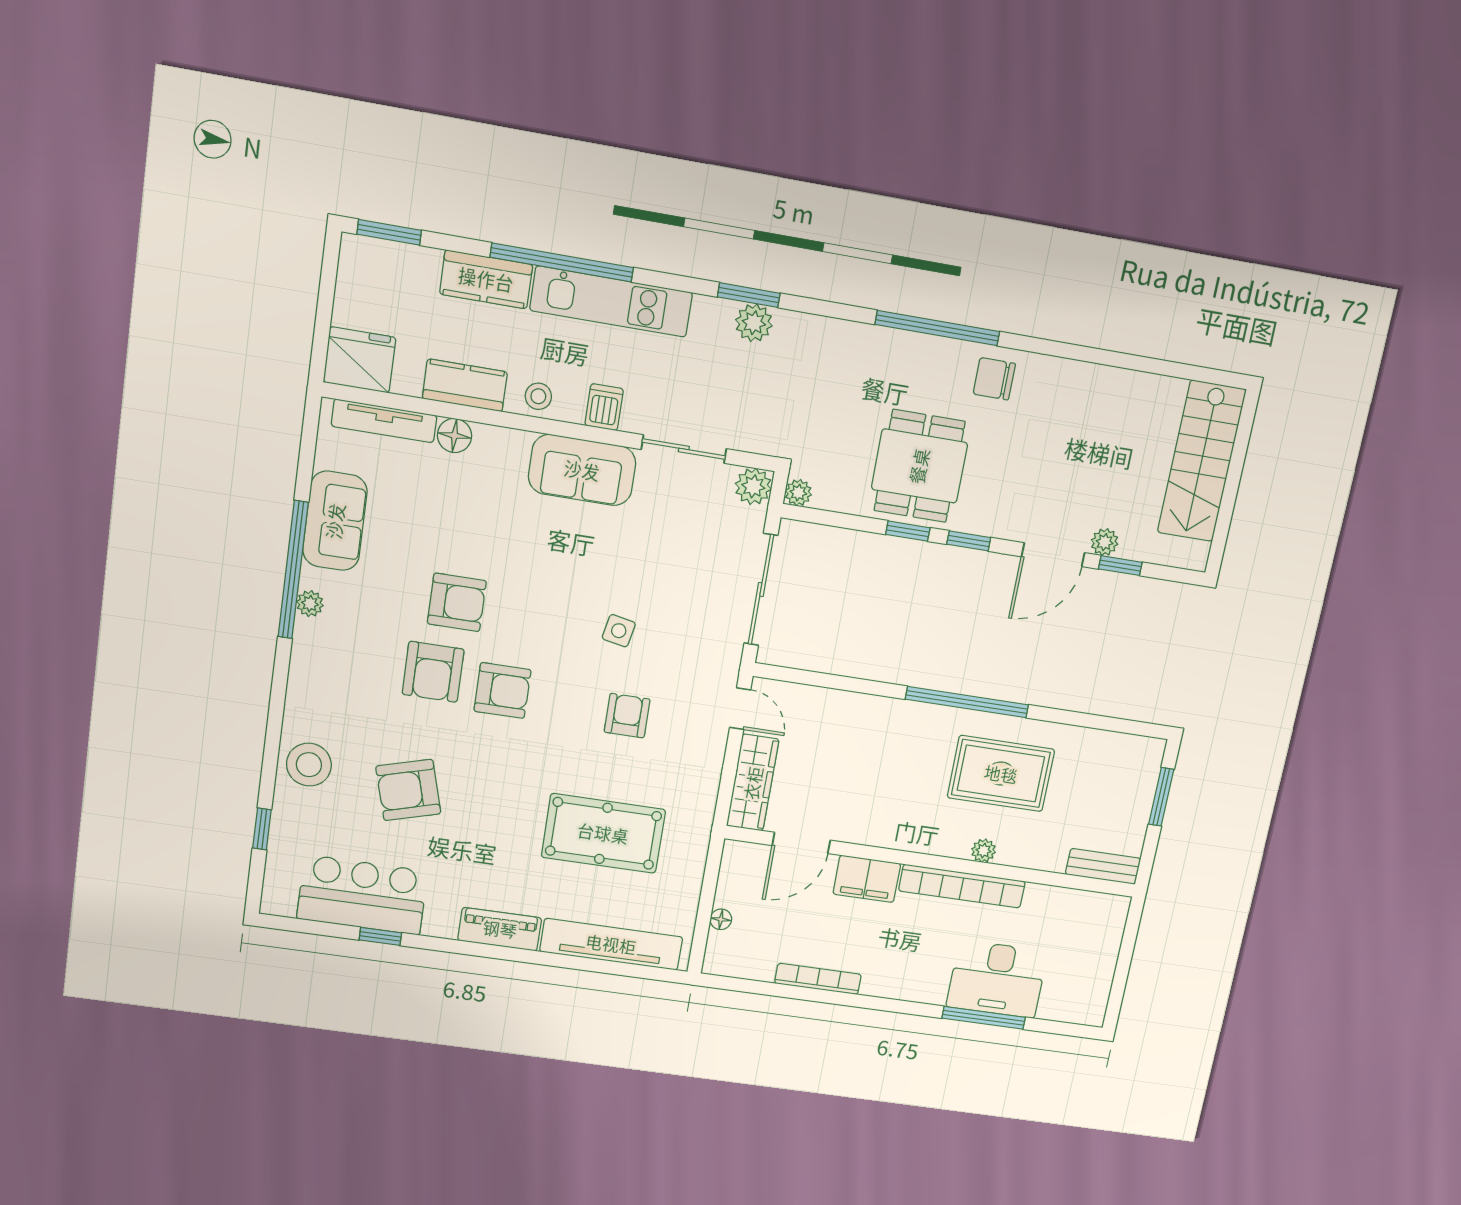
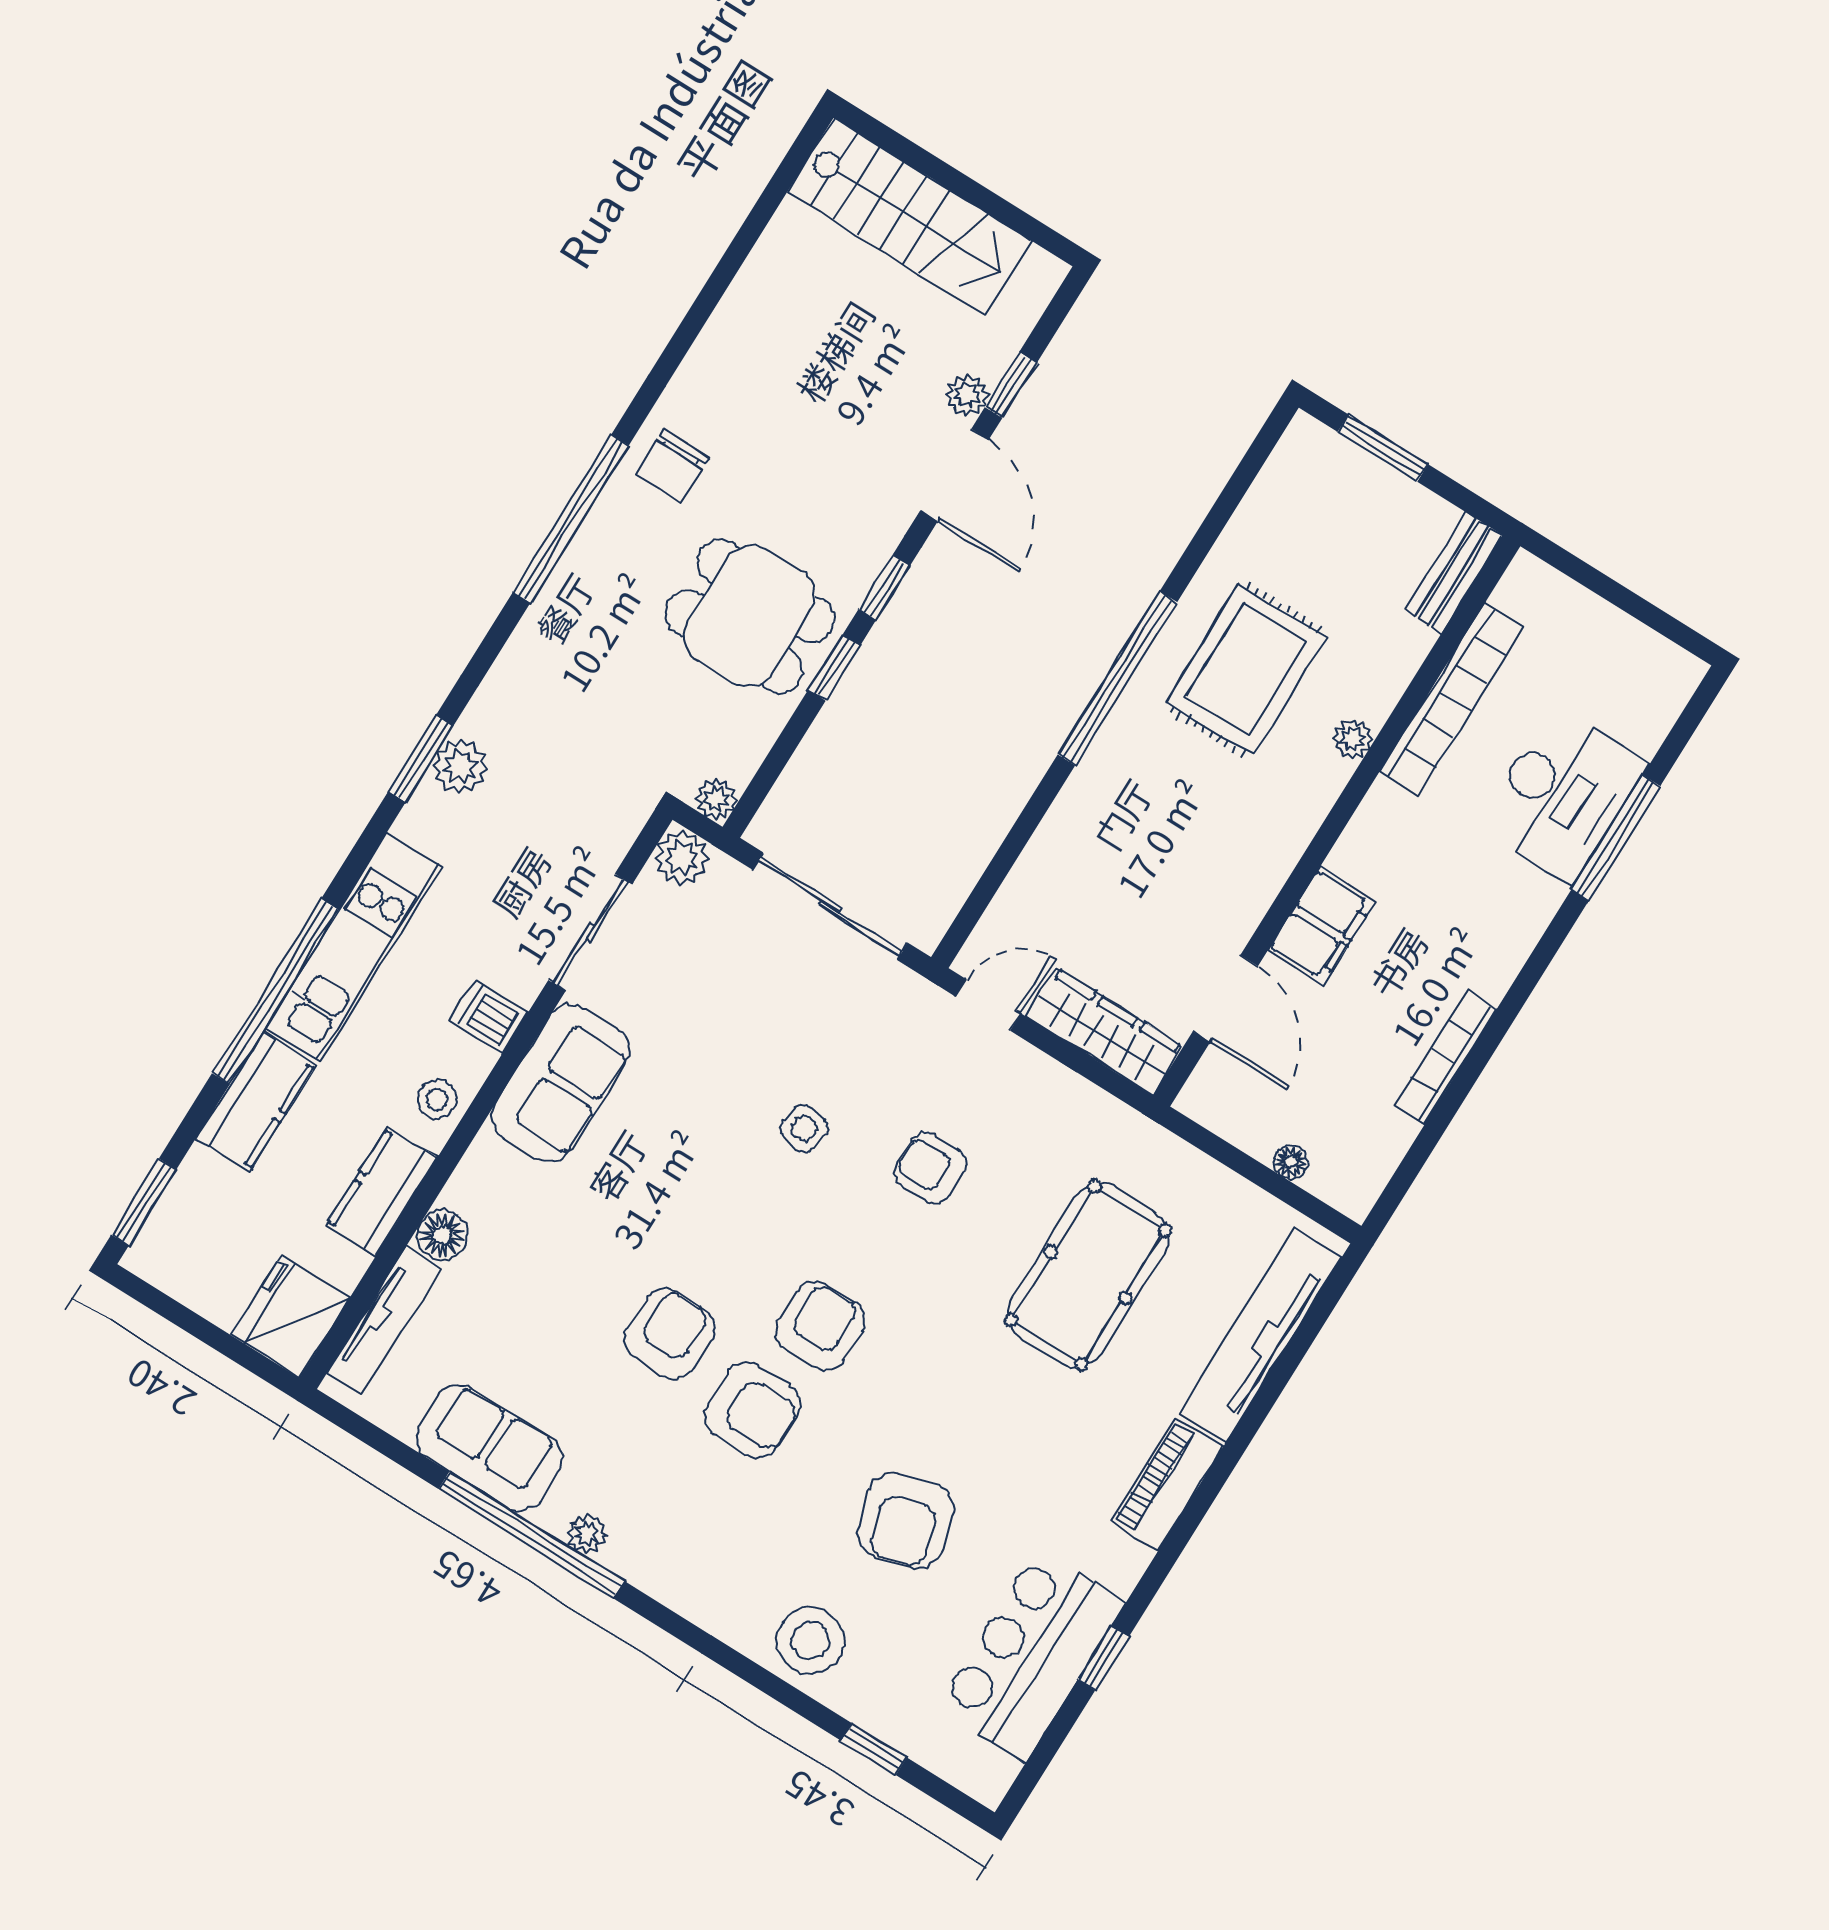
bookcase: (962, 886) -> (1451, 699), moved

